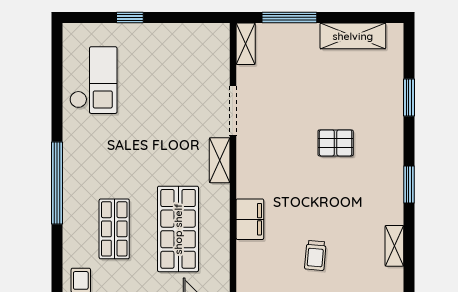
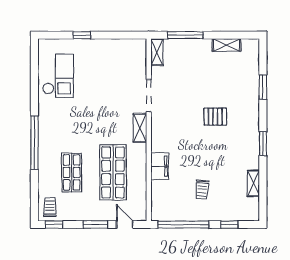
shelving: (353, 36) -> (226, 45), width x0.67, depth x0.75

